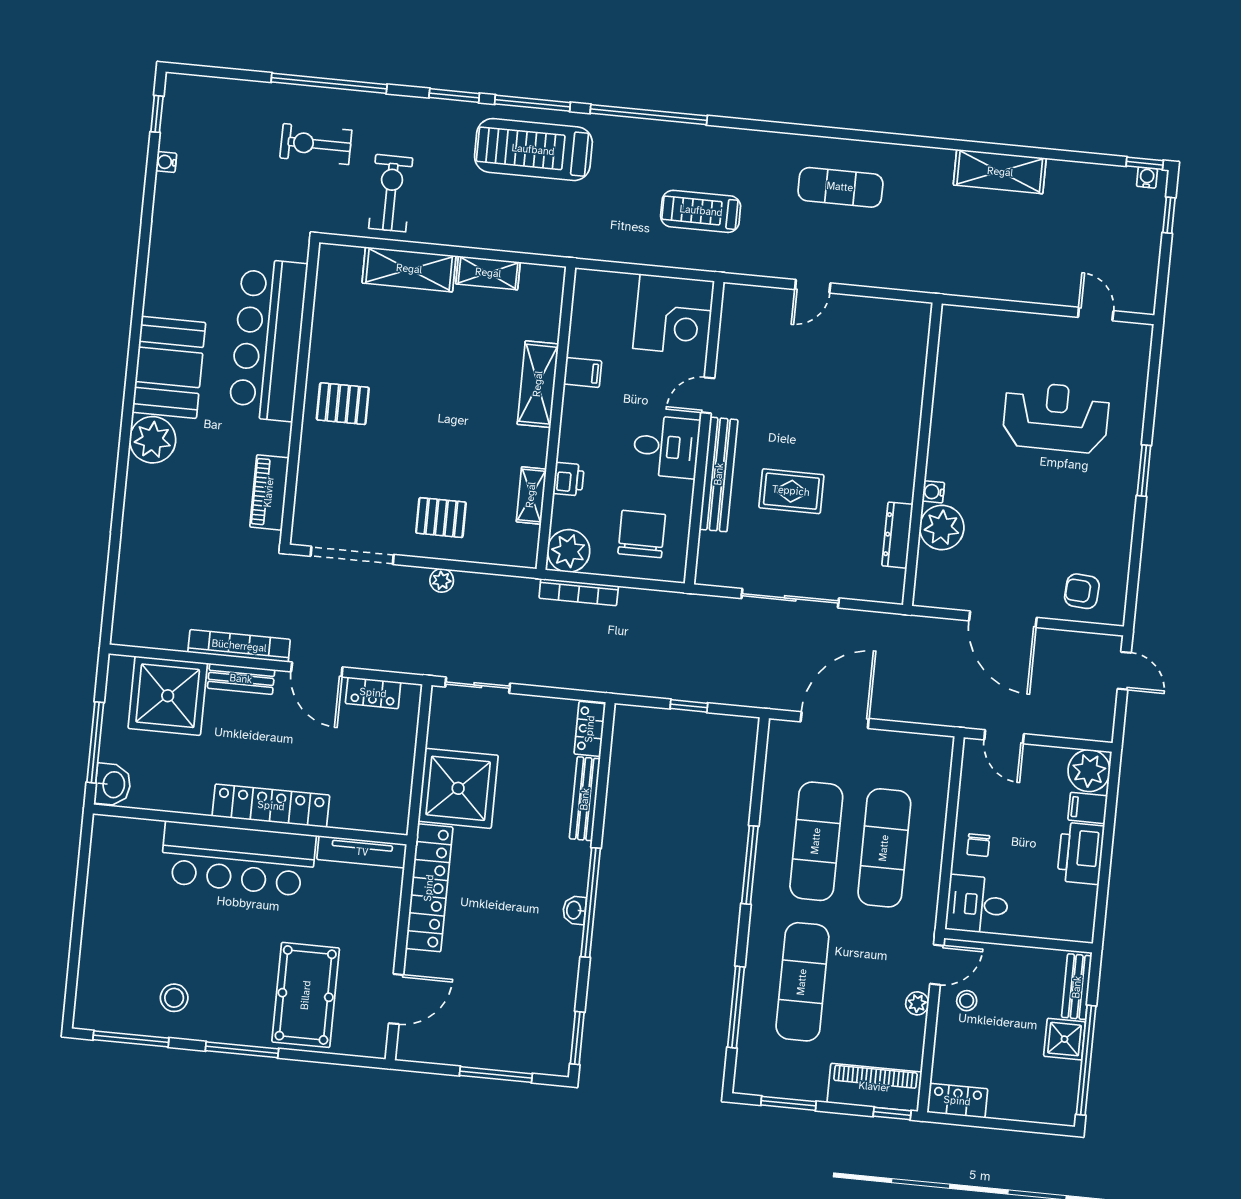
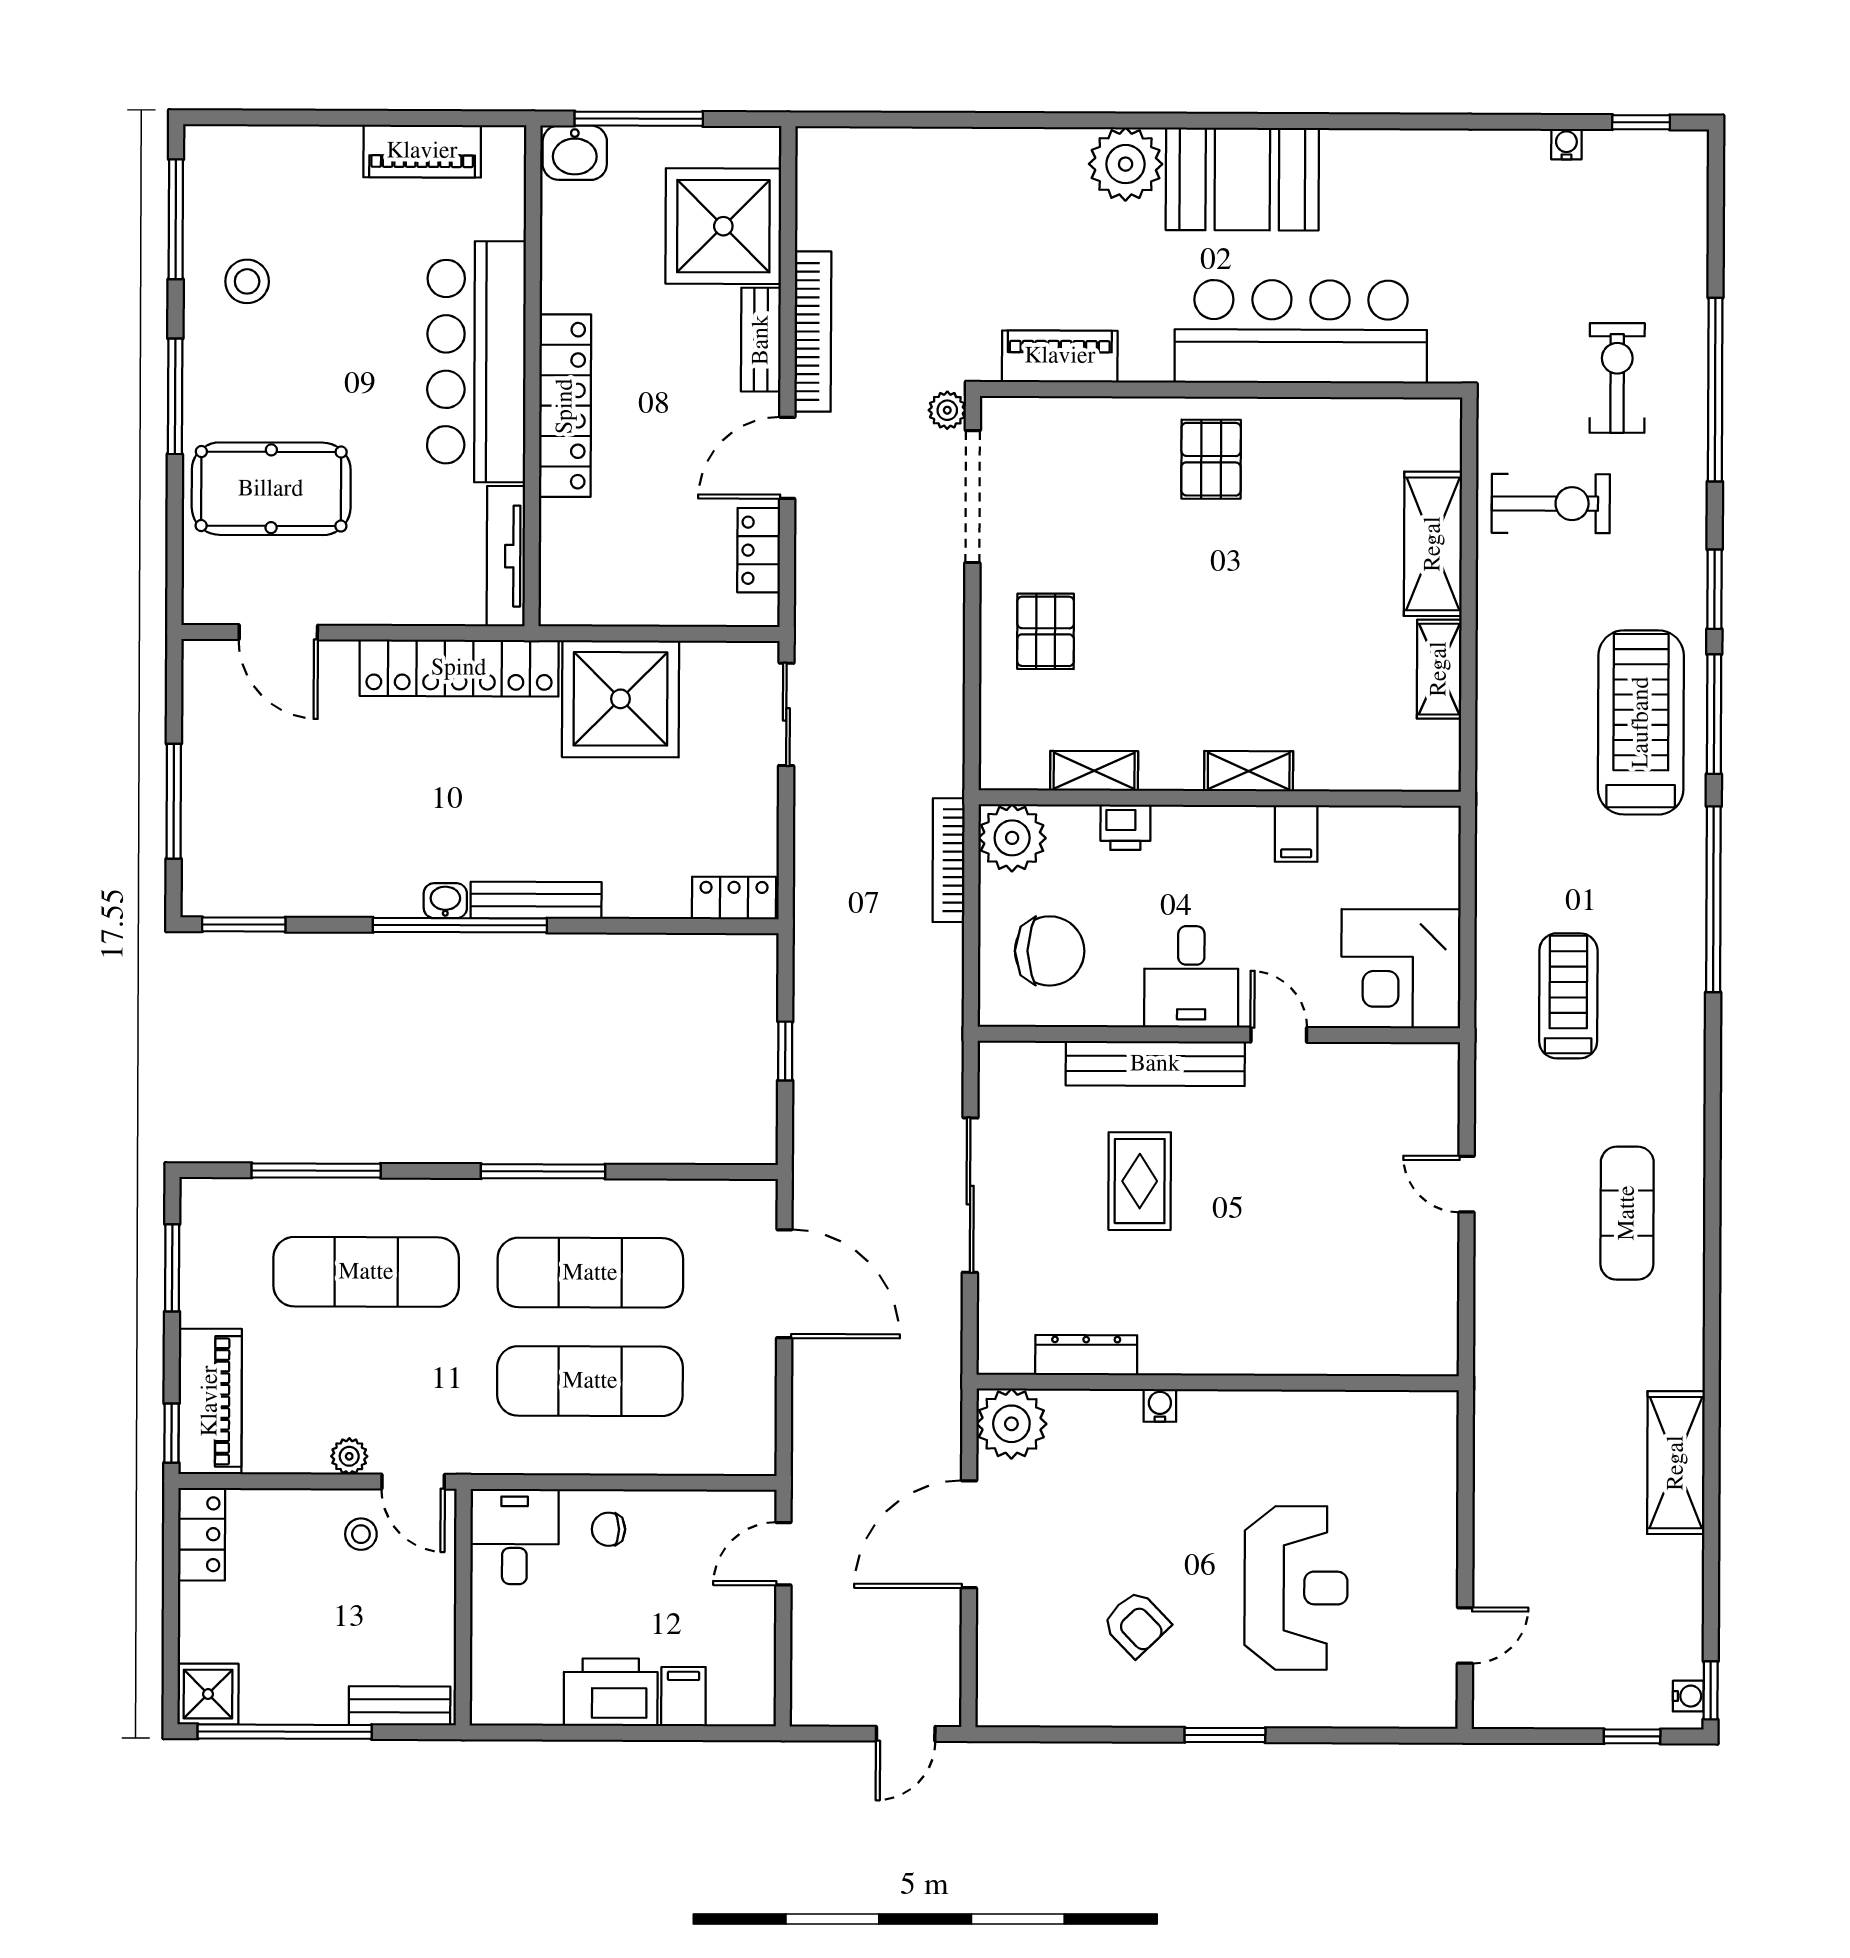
shelving: (538, 384) -> (1249, 771), width x0.67, depth x0.75
plant: (942, 528) -> (1011, 1424), moved
plant: (442, 580) -> (947, 410), moved
armchair: (1082, 591) -> (1136, 1624), moved, turned 132
plant: (1089, 771) -> (743, 1693), removed
bench: (585, 799) -> (536, 900), moved
piano: (103, 880) -> (422, 151), added
shower: (1065, 1039) -> (208, 1694), moved

